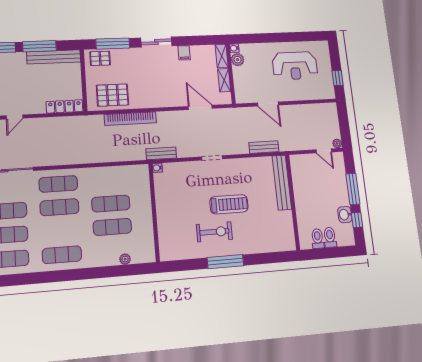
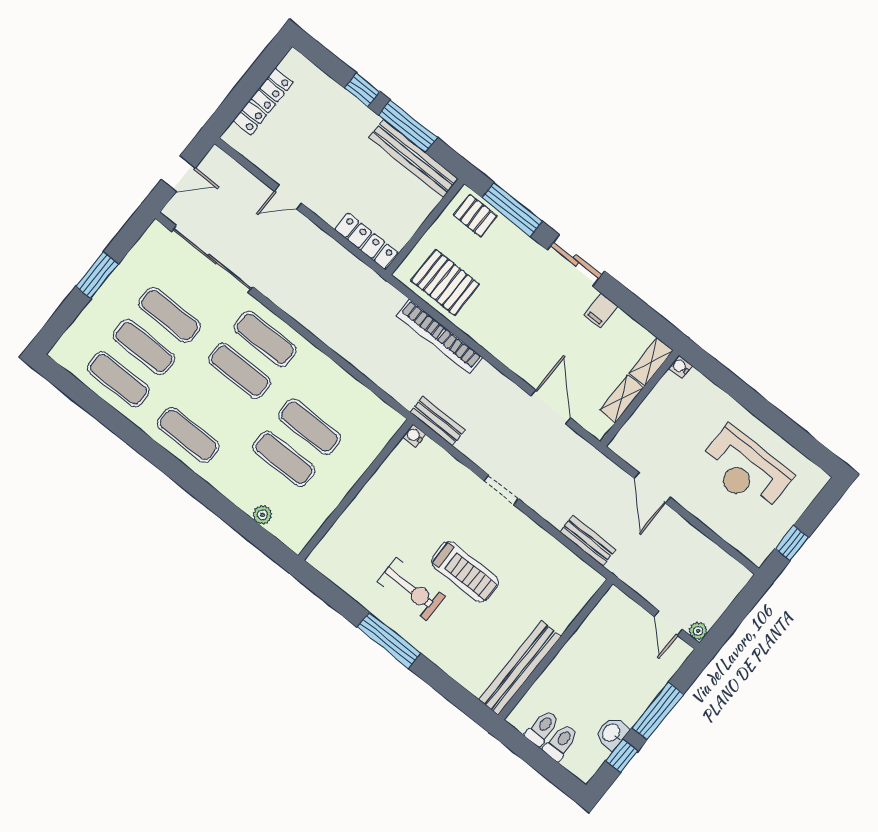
plant: (238, 60) -> (669, 387), removed
bench: (282, 183) -> (520, 668), moved

